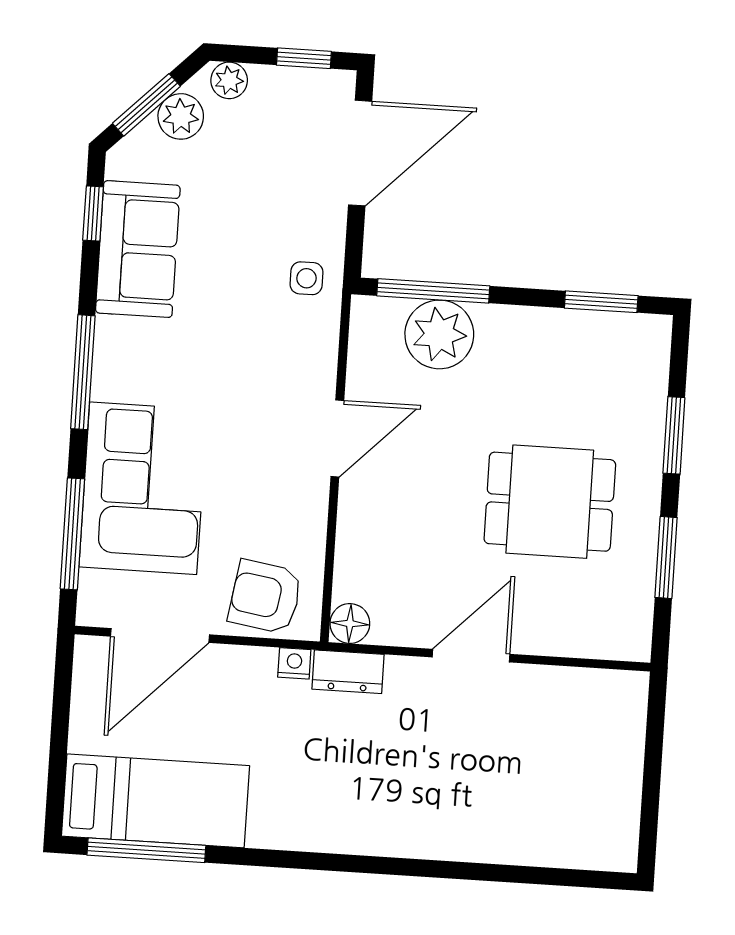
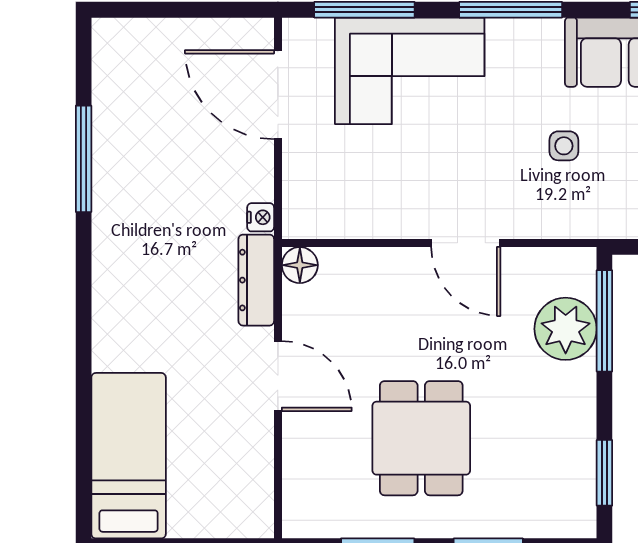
side table: (306, 278) -> (564, 146), moved
armchair: (265, 597) -> (319, 187), removed
dresser: (348, 672) -> (256, 280), width x1.44
bed: (155, 801) -> (129, 456), moved, turned 180
window: (146, 850) -> (84, 159), moved

